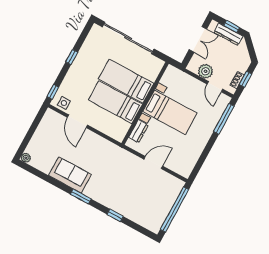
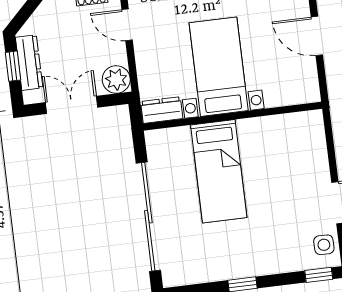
plant: (206, 71) -> (116, 79), moved
door: (215, 87) -> (127, 25), swing flipped
bed: (115, 102) -> (264, 164), removed
dresser: (138, 131) -> (162, 110), moved

